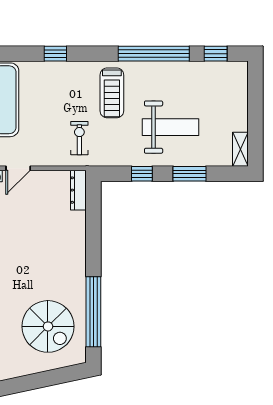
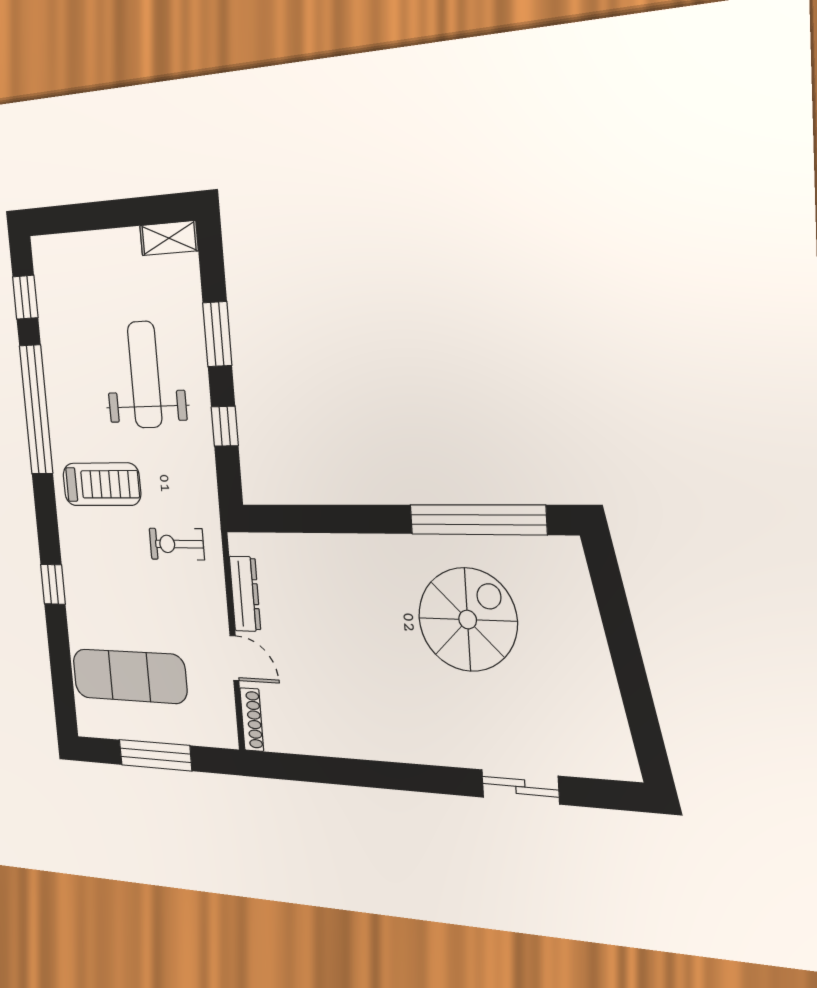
dresser: (78, 190) -> (245, 594), moved, turned -90
spiral stairs: (48, 326) -> (468, 620), moved

